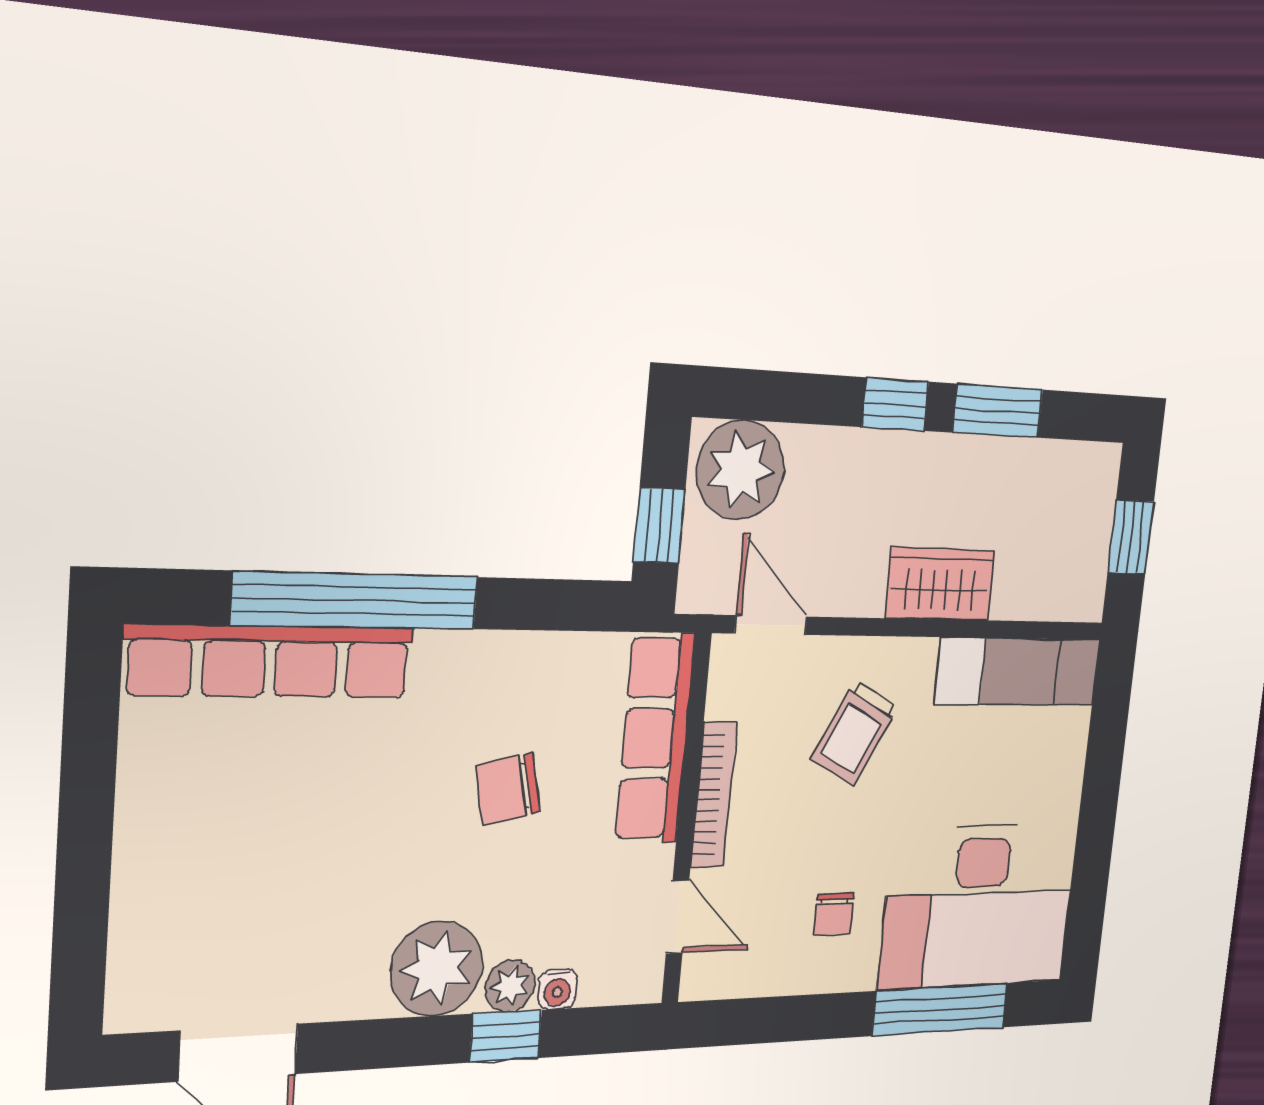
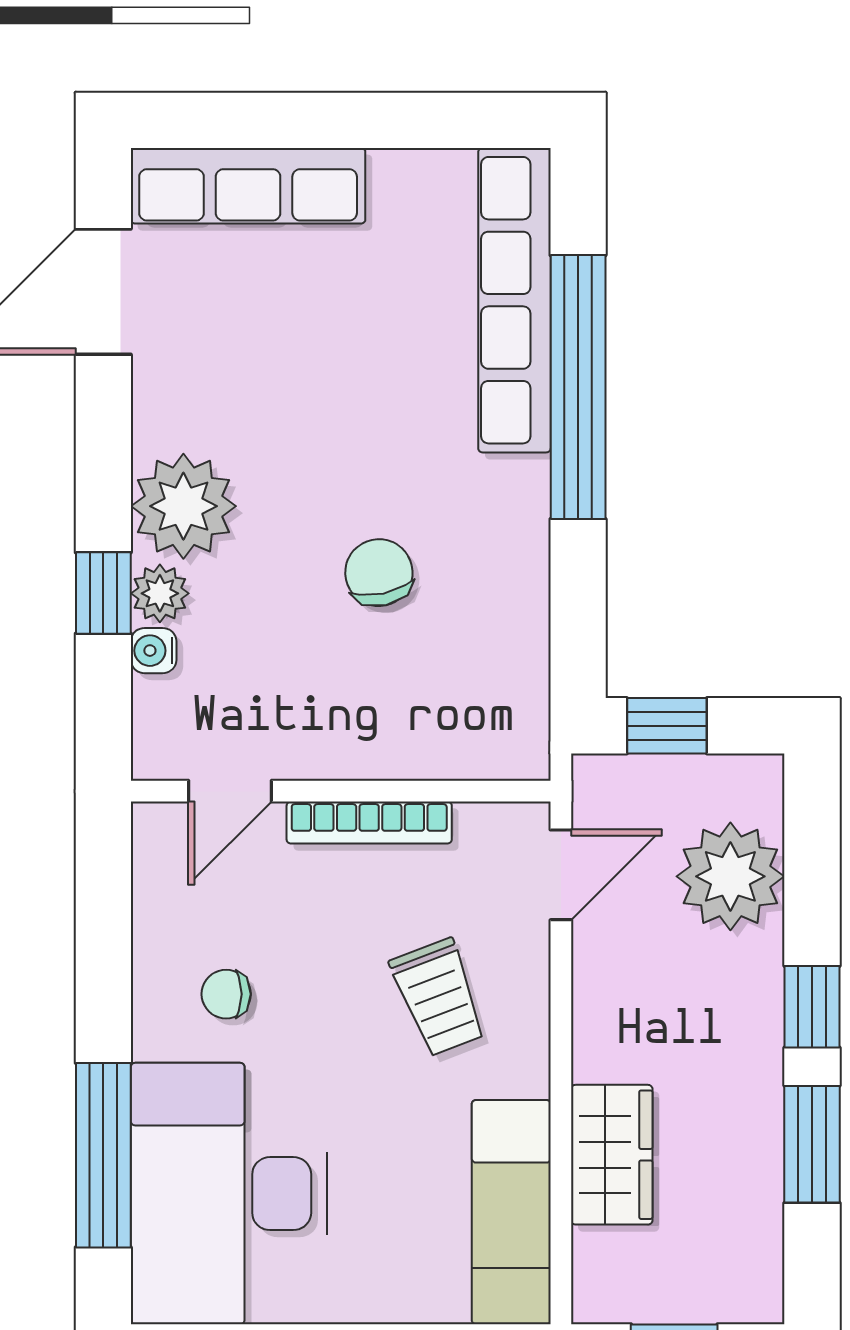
plant: (740, 470) -> (730, 876), moved
wardrobe: (940, 584) -> (612, 1155), moved
trolley: (855, 733) -> (439, 997), turned -139
row of seats: (655, 738) -> (248, 186), moved, turned 180

